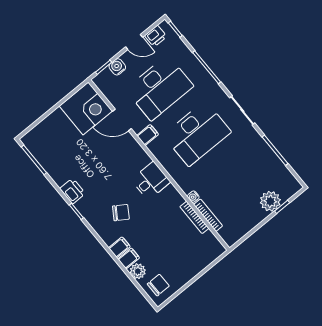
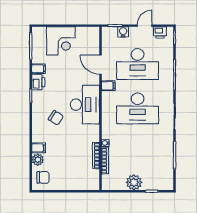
door: (134, 42) -> (145, 26), swing flipped
corner desk: (86, 108) -> (61, 41), moved
desk: (151, 181) -> (85, 105), width x1.87, depth x1.30
plant: (270, 201) -> (134, 182), moved
filing cabinet: (119, 247) -> (39, 69), moved

